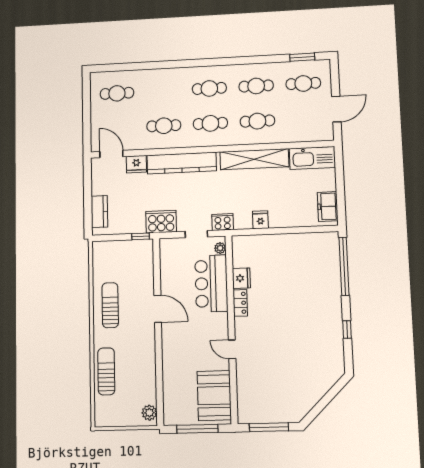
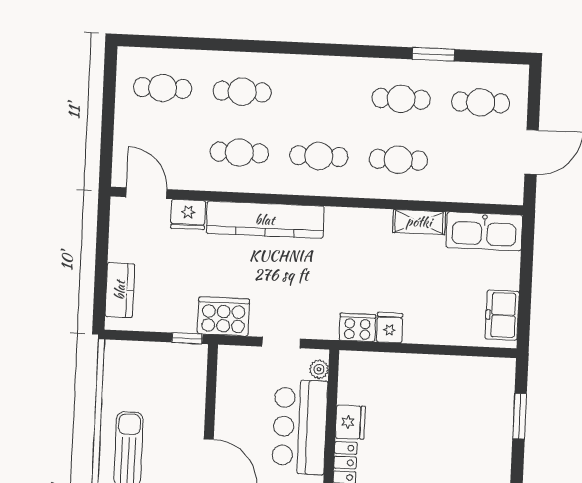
window: (302, 57) -> (433, 54), moved
cafe table: (209, 88) -> (242, 92), moved
shelving: (254, 159) -> (419, 222), width x0.45, depth x0.75
cooker: (223, 222) -> (357, 327), moved
window: (344, 266) -> (520, 416), width x0.47

